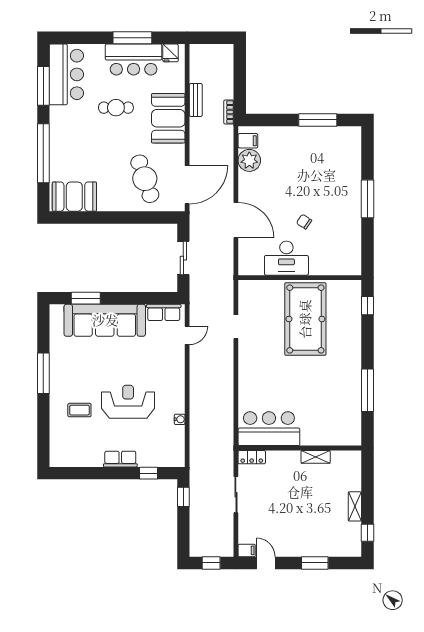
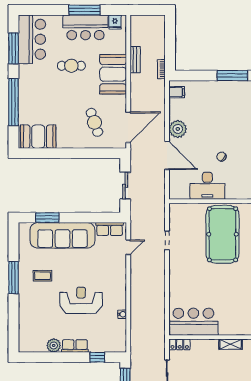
plant: (249, 160) -> (178, 129), moved
cafe table: (145, 179) -> (94, 122), width x0.73, depth x0.74
coffee table: (79, 410) -> (42, 276), moved
plant: (94, 458) -> (54, 345), added

